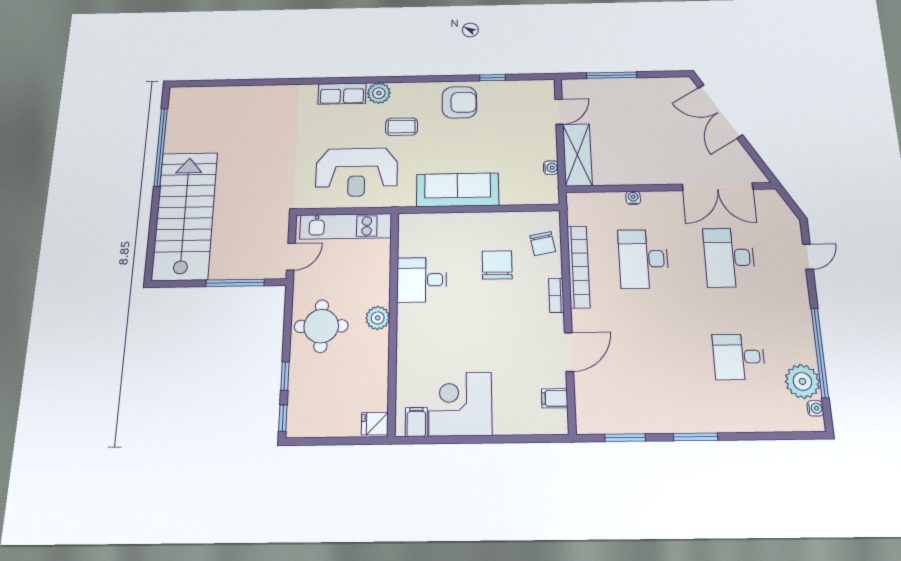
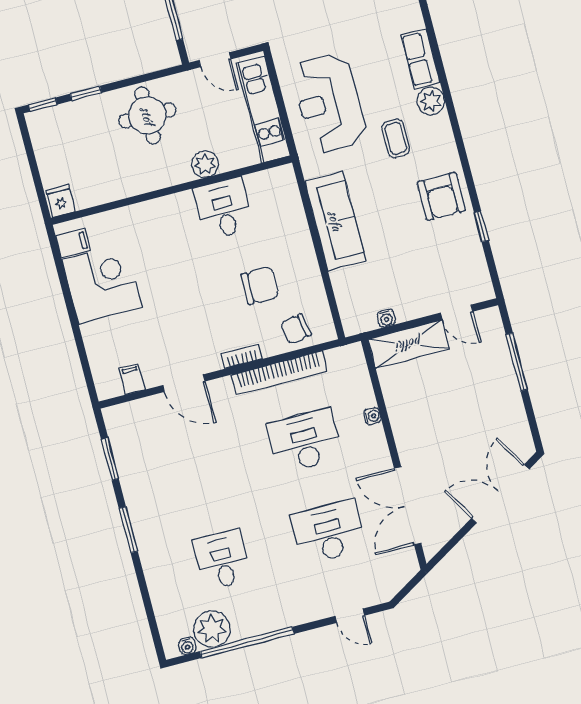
plant: (378, 318) -> (205, 164), moved

